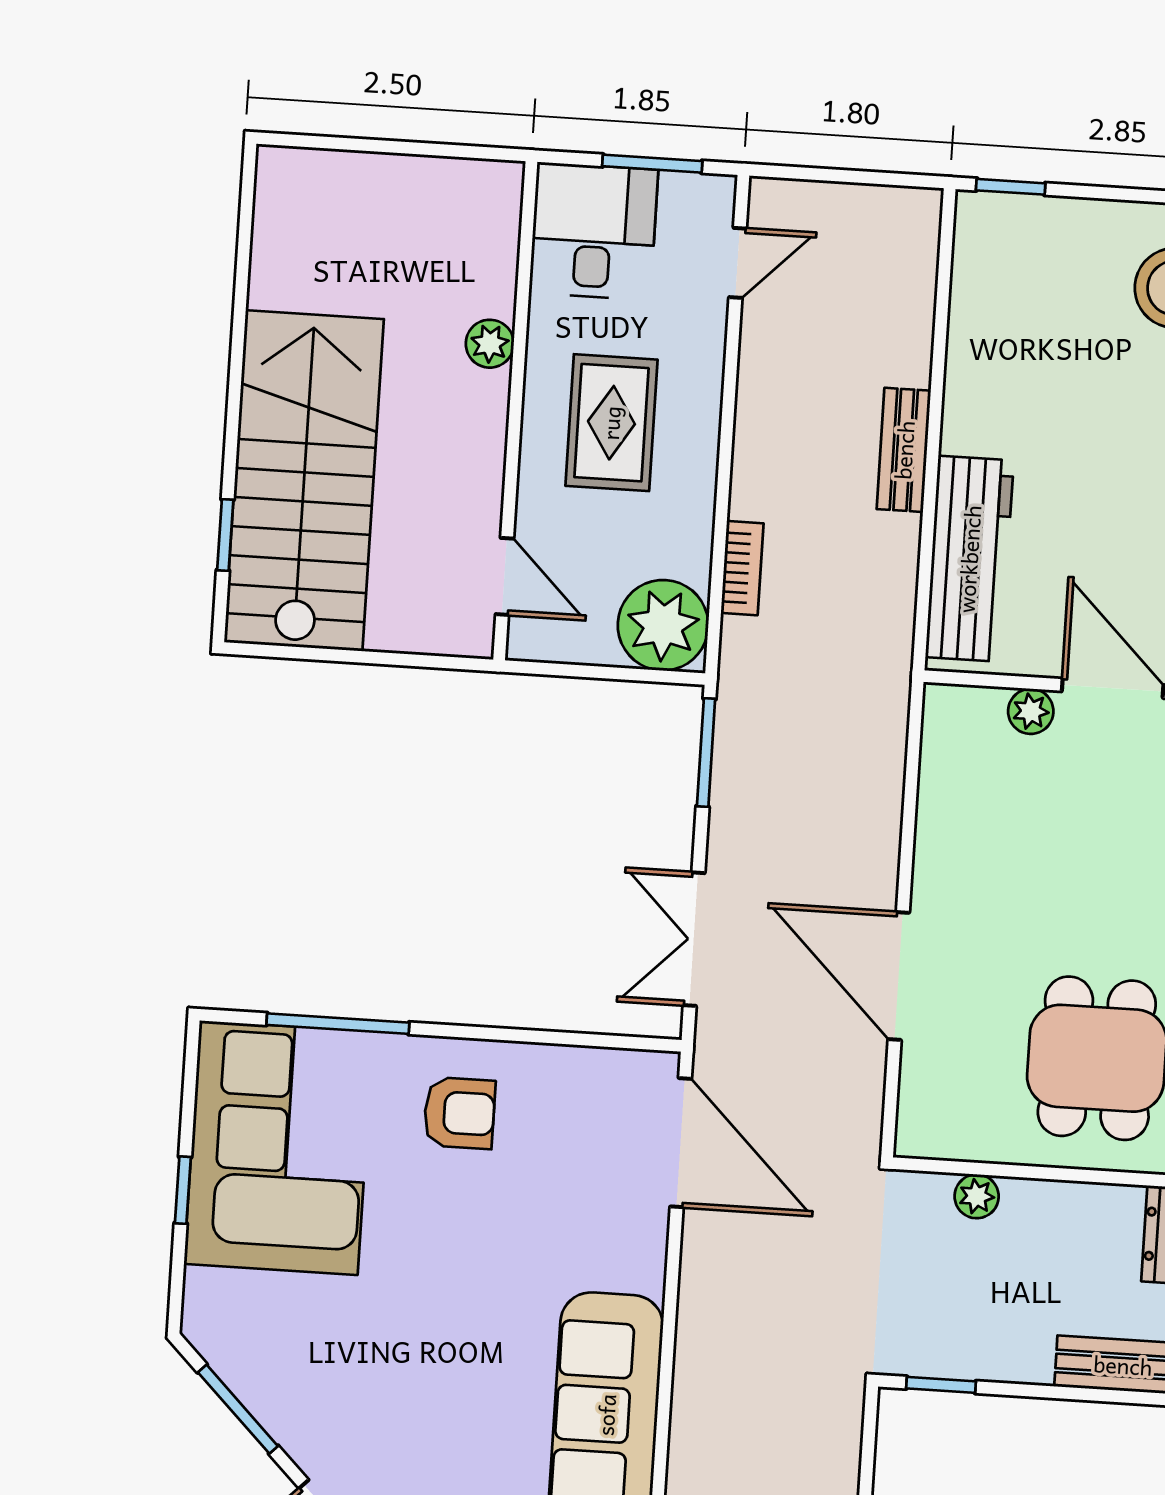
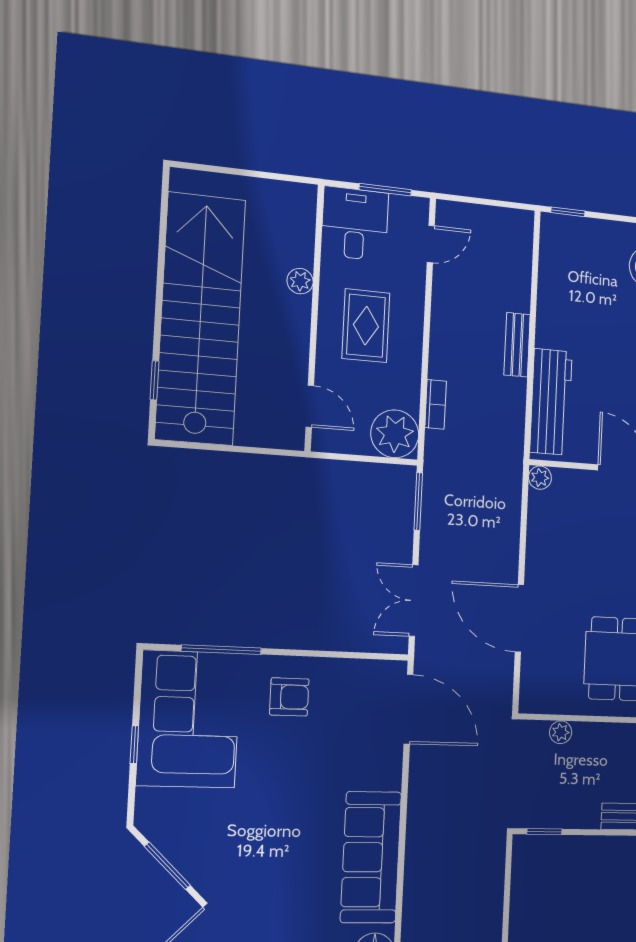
stairs: (304, 481) -> (200, 319), width x1.36
plant: (1031, 711) -> (540, 478), moved

